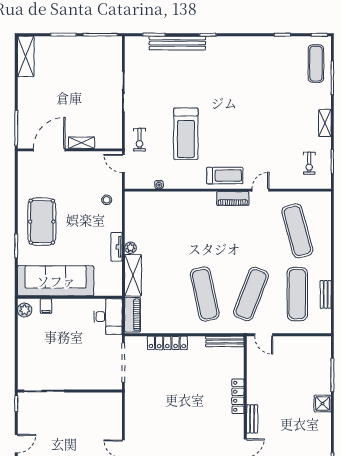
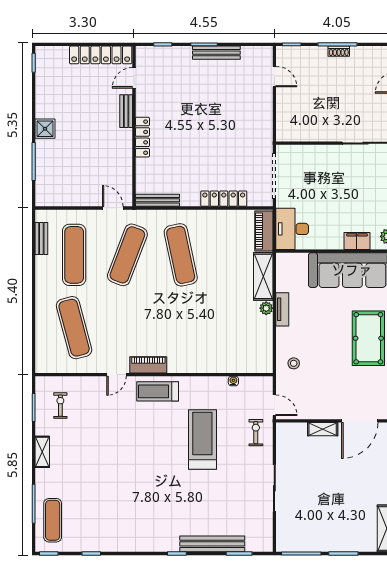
bench: (326, 294) -> (41, 239), moved
filing cabinet: (46, 306) -> (357, 241), width x2.00

